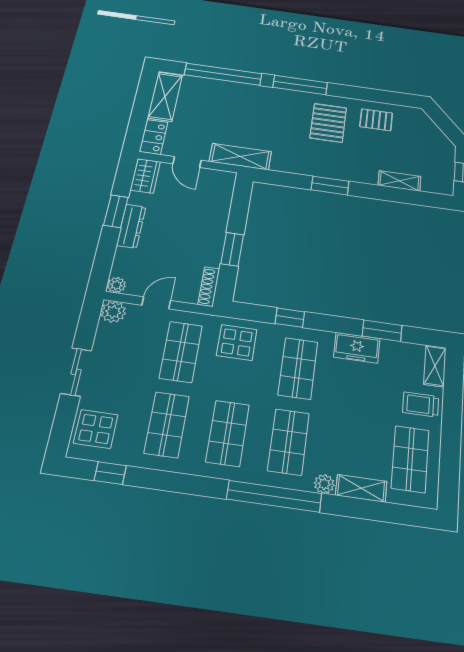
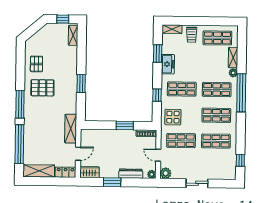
shelving: (399, 181) -> (73, 35), moved
dresser: (131, 226) -> (131, 174), moved
display table: (96, 429) -> (222, 170), removed

